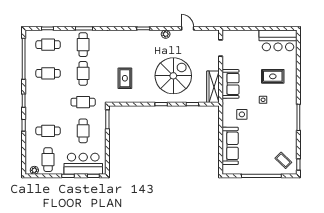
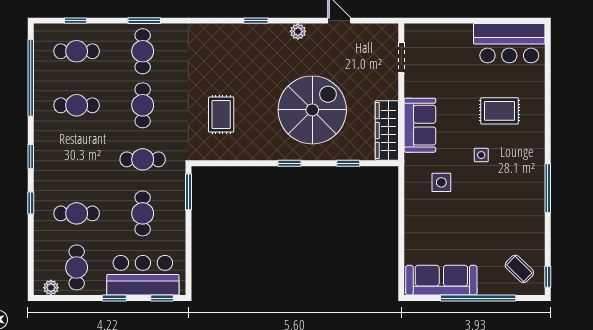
sofa: (230, 146) -> (441, 280), moved, turned -90

